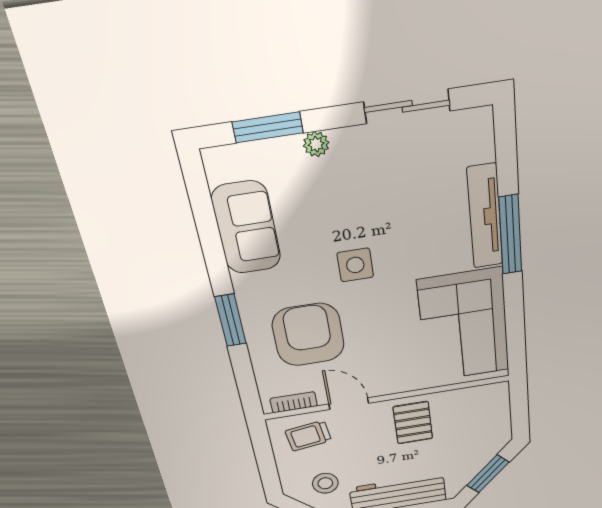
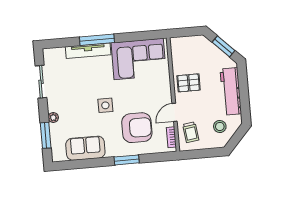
armchair: (308, 335) -> (137, 128), turned 180

